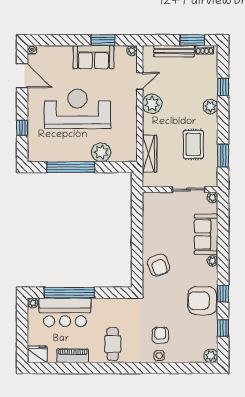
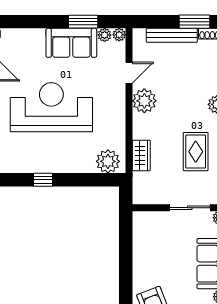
plant: (120, 51) -> (105, 35), added
plant: (101, 152) -> (108, 161), moved
wardrobe: (150, 154) -> (141, 155), width x0.67
window: (71, 167) -> (43, 180), width x0.32

